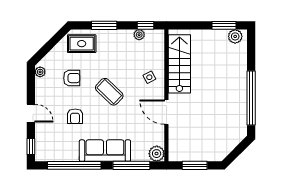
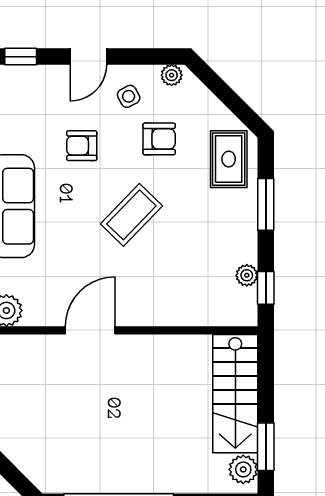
stairs: (179, 64) -> (235, 394), moved, turned 90
side table: (149, 77) -> (129, 96), moved
armchair: (72, 78) -> (159, 139), turned -90

